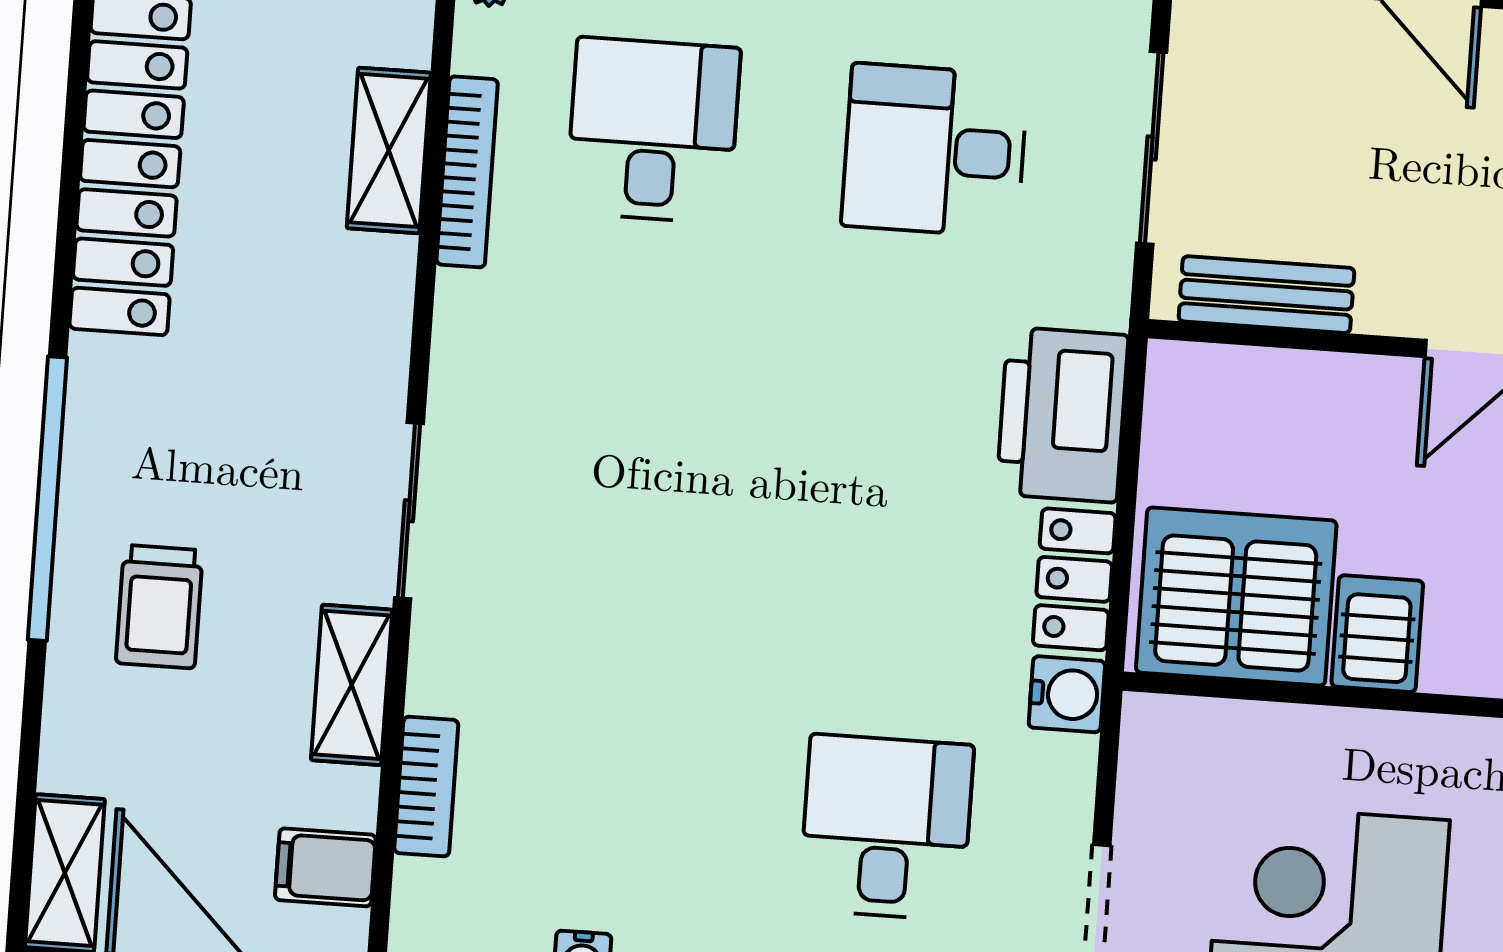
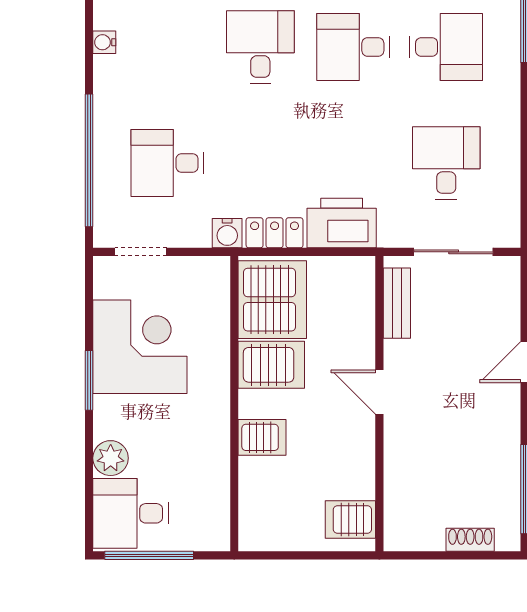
desk: (637, 356) -> (353, 47), added
desk: (621, 581) -> (260, 47), added
server rack: (1377, 634) -> (271, 365), width x1.36, depth x1.44
desk: (886, 827) -> (167, 163), turned 180

